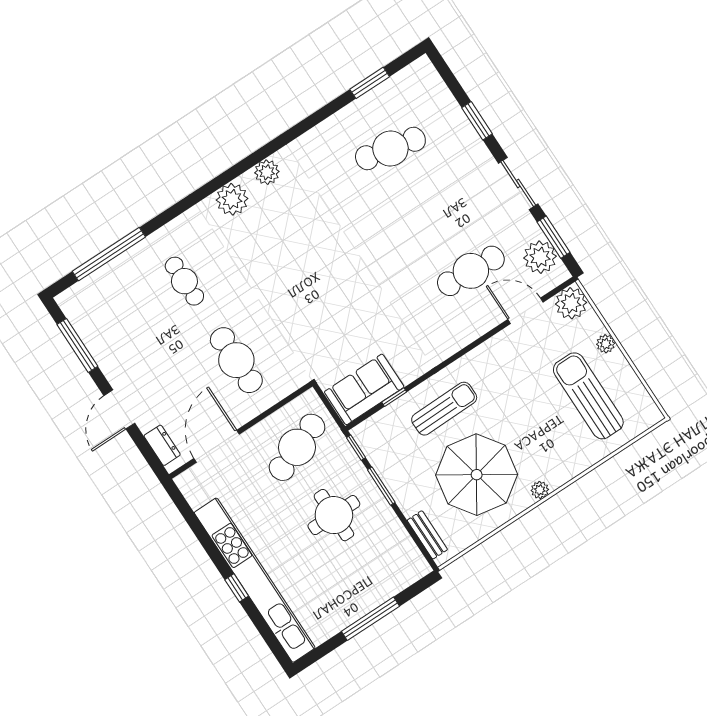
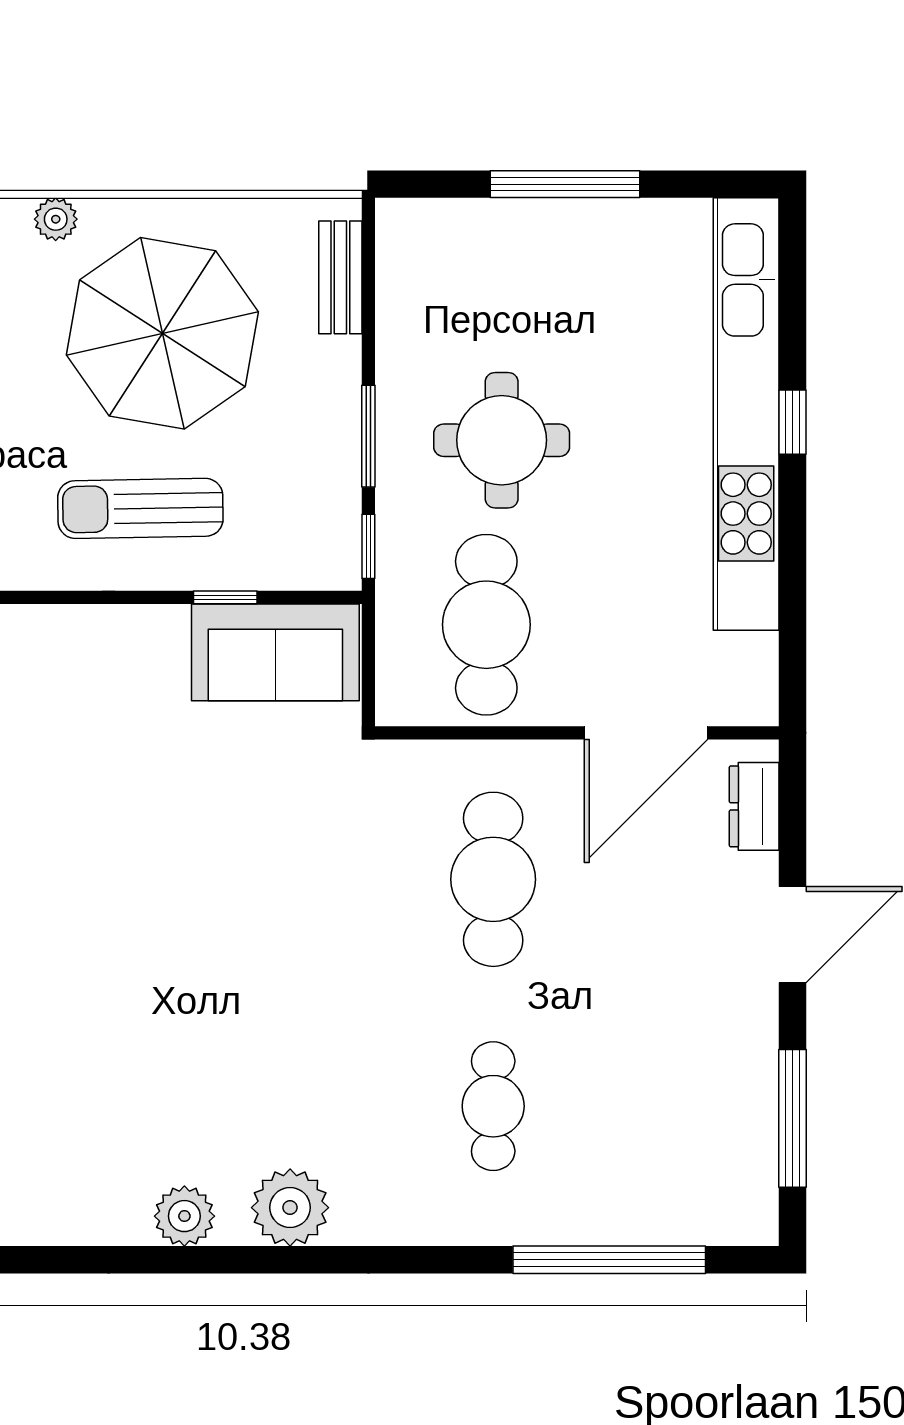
cafe table: (297, 447) -> (486, 625), turned -69

